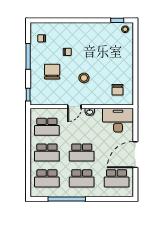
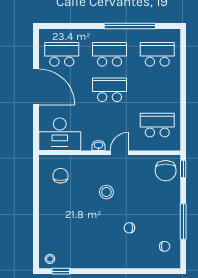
chair: (52, 72) -> (166, 171), moved
school desk: (47, 153) -> (157, 90), removed
door: (135, 155) -> (36, 87), hinge flipped

